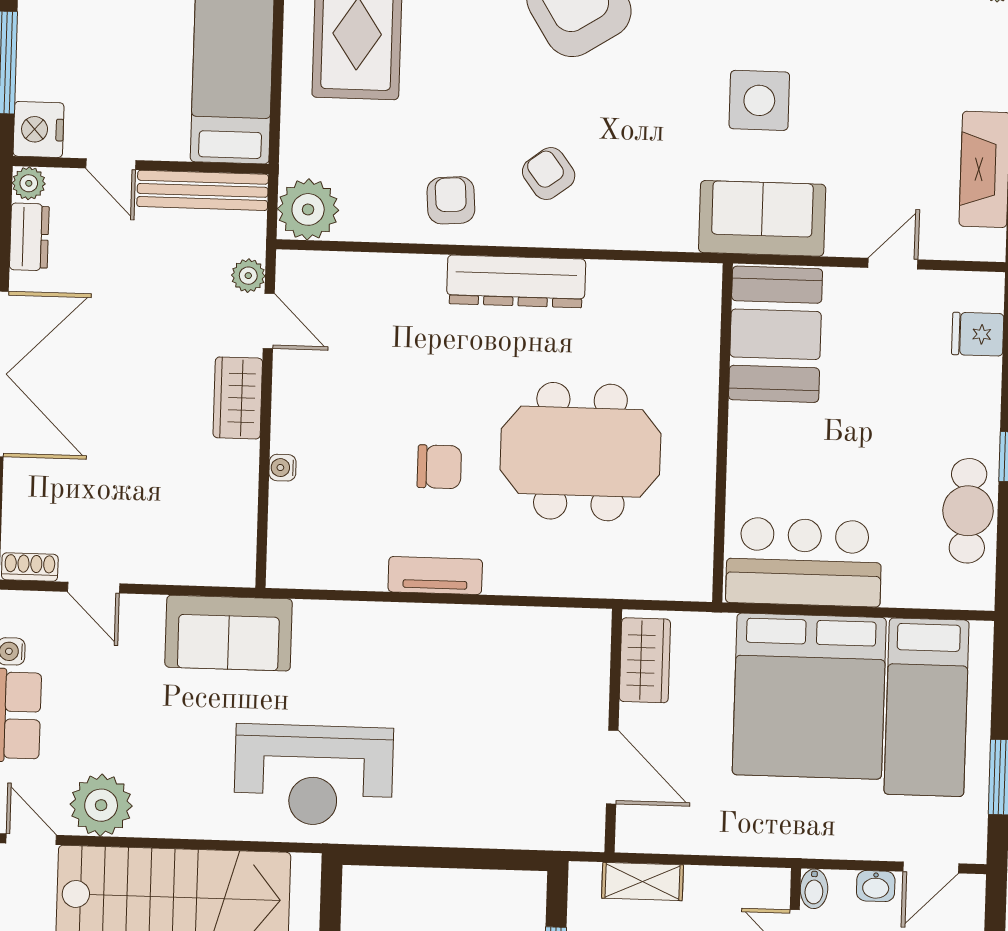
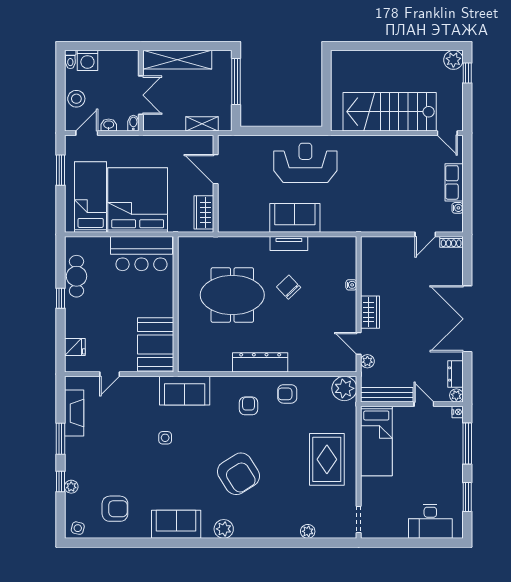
side table: (759, 100) -> (165, 438), width x0.54, depth x0.54
nightstand: (38, 129) -> (458, 412), width x0.53, depth x0.56
armchair: (549, 174) -> (249, 406), turned -143
armchair: (451, 200) -> (287, 394), turned 94
sofa: (762, 218) -> (185, 391), moved
chair: (439, 467) -> (289, 287), turned 46
door: (94, 588) -> (425, 234), swing flipped
sofa: (229, 633) -> (295, 218), moved
reception desk: (314, 775) -> (305, 163), moved
plant: (101, 805) -> (420, 148), removed

